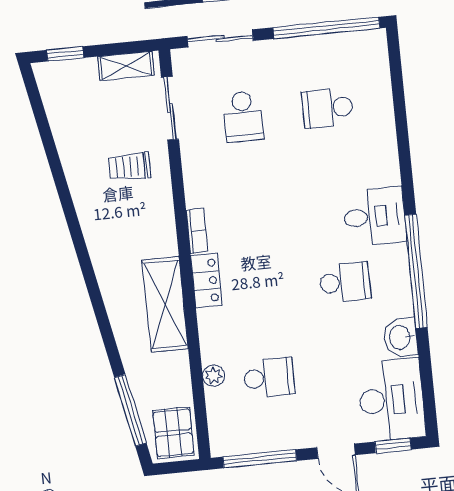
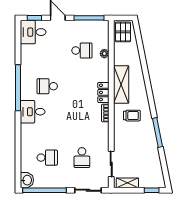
school desk: (243, 116) -> (82, 158), turned 180
trolley: (130, 167) -> (132, 116), moved
washbasin: (401, 337) -> (27, 180), moved
school desk: (269, 378) -> (82, 50), turned 180
desk: (391, 400) -> (33, 32), width x0.73
window: (130, 410) -> (157, 132), moved

